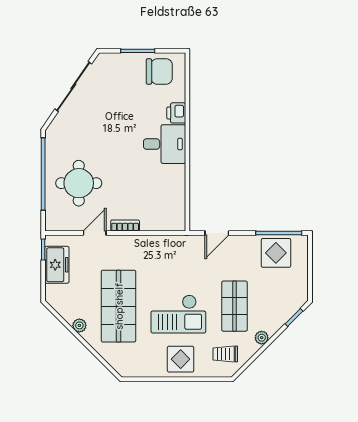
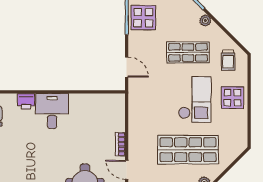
plant: (262, 338) -> (205, 20), moved

